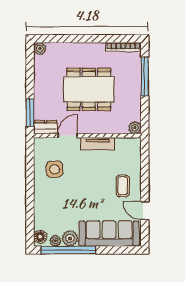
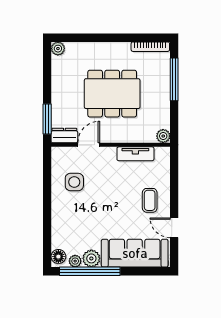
tv unit: (98, 144) -> (135, 154), moved

